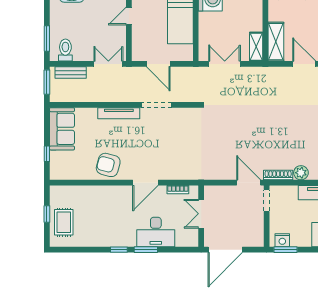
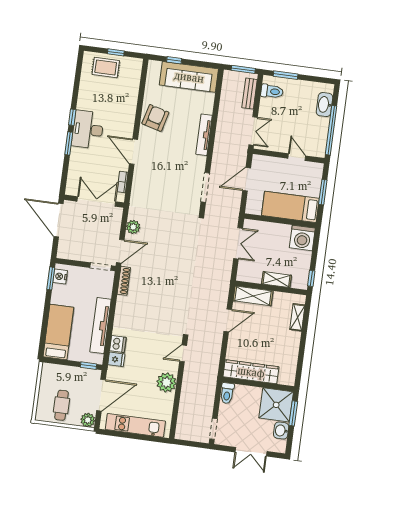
shelving: (256, 47) -> (277, 280), moved
doorway: (156, 105) -> (205, 187), moved
sofa: (62, 129) -> (189, 77), width x1.36
plant: (301, 173) -> (133, 227), moved
double door: (201, 214) -> (96, 201), width x1.37
desk: (156, 232) -> (88, 130), moved

